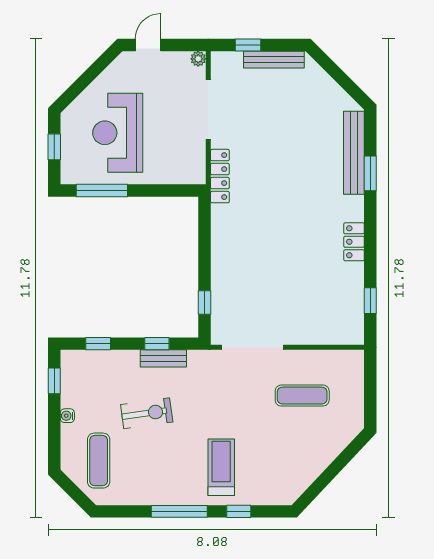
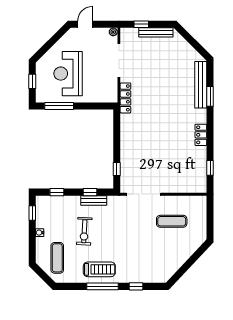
exercise bike: (147, 413) -> (84, 231), turned 101
treadmill: (221, 467) -> (99, 269), moved, turned 90

